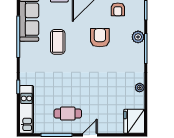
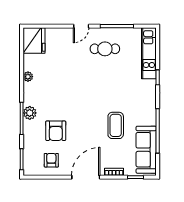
plant: (138, 37) -> (30, 113), moved
armchair: (100, 38) -> (56, 131), moved

